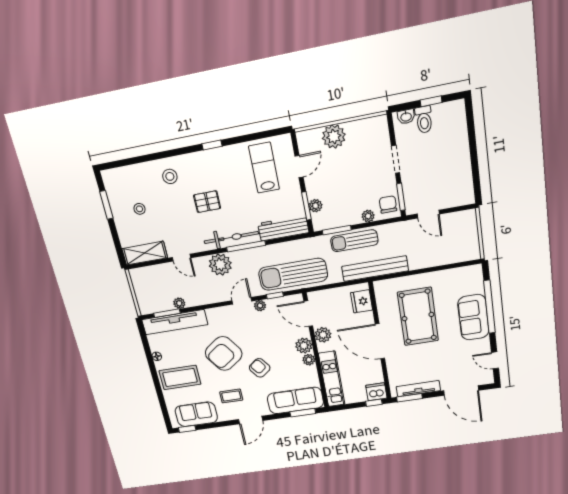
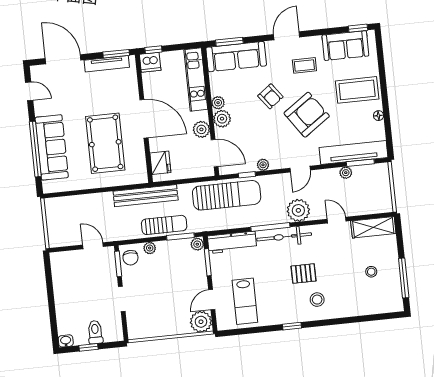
washbasin: (406, 117) -> (66, 341), moved
plant: (334, 136) -> (201, 322), moved
stool: (170, 176) -> (317, 300), moved
window: (106, 205) -> (404, 278), width x1.44
plant: (316, 206) -> (197, 244), moved
door: (242, 301) -> (300, 169), moved
sofa: (473, 317) -> (52, 147), width x1.36

